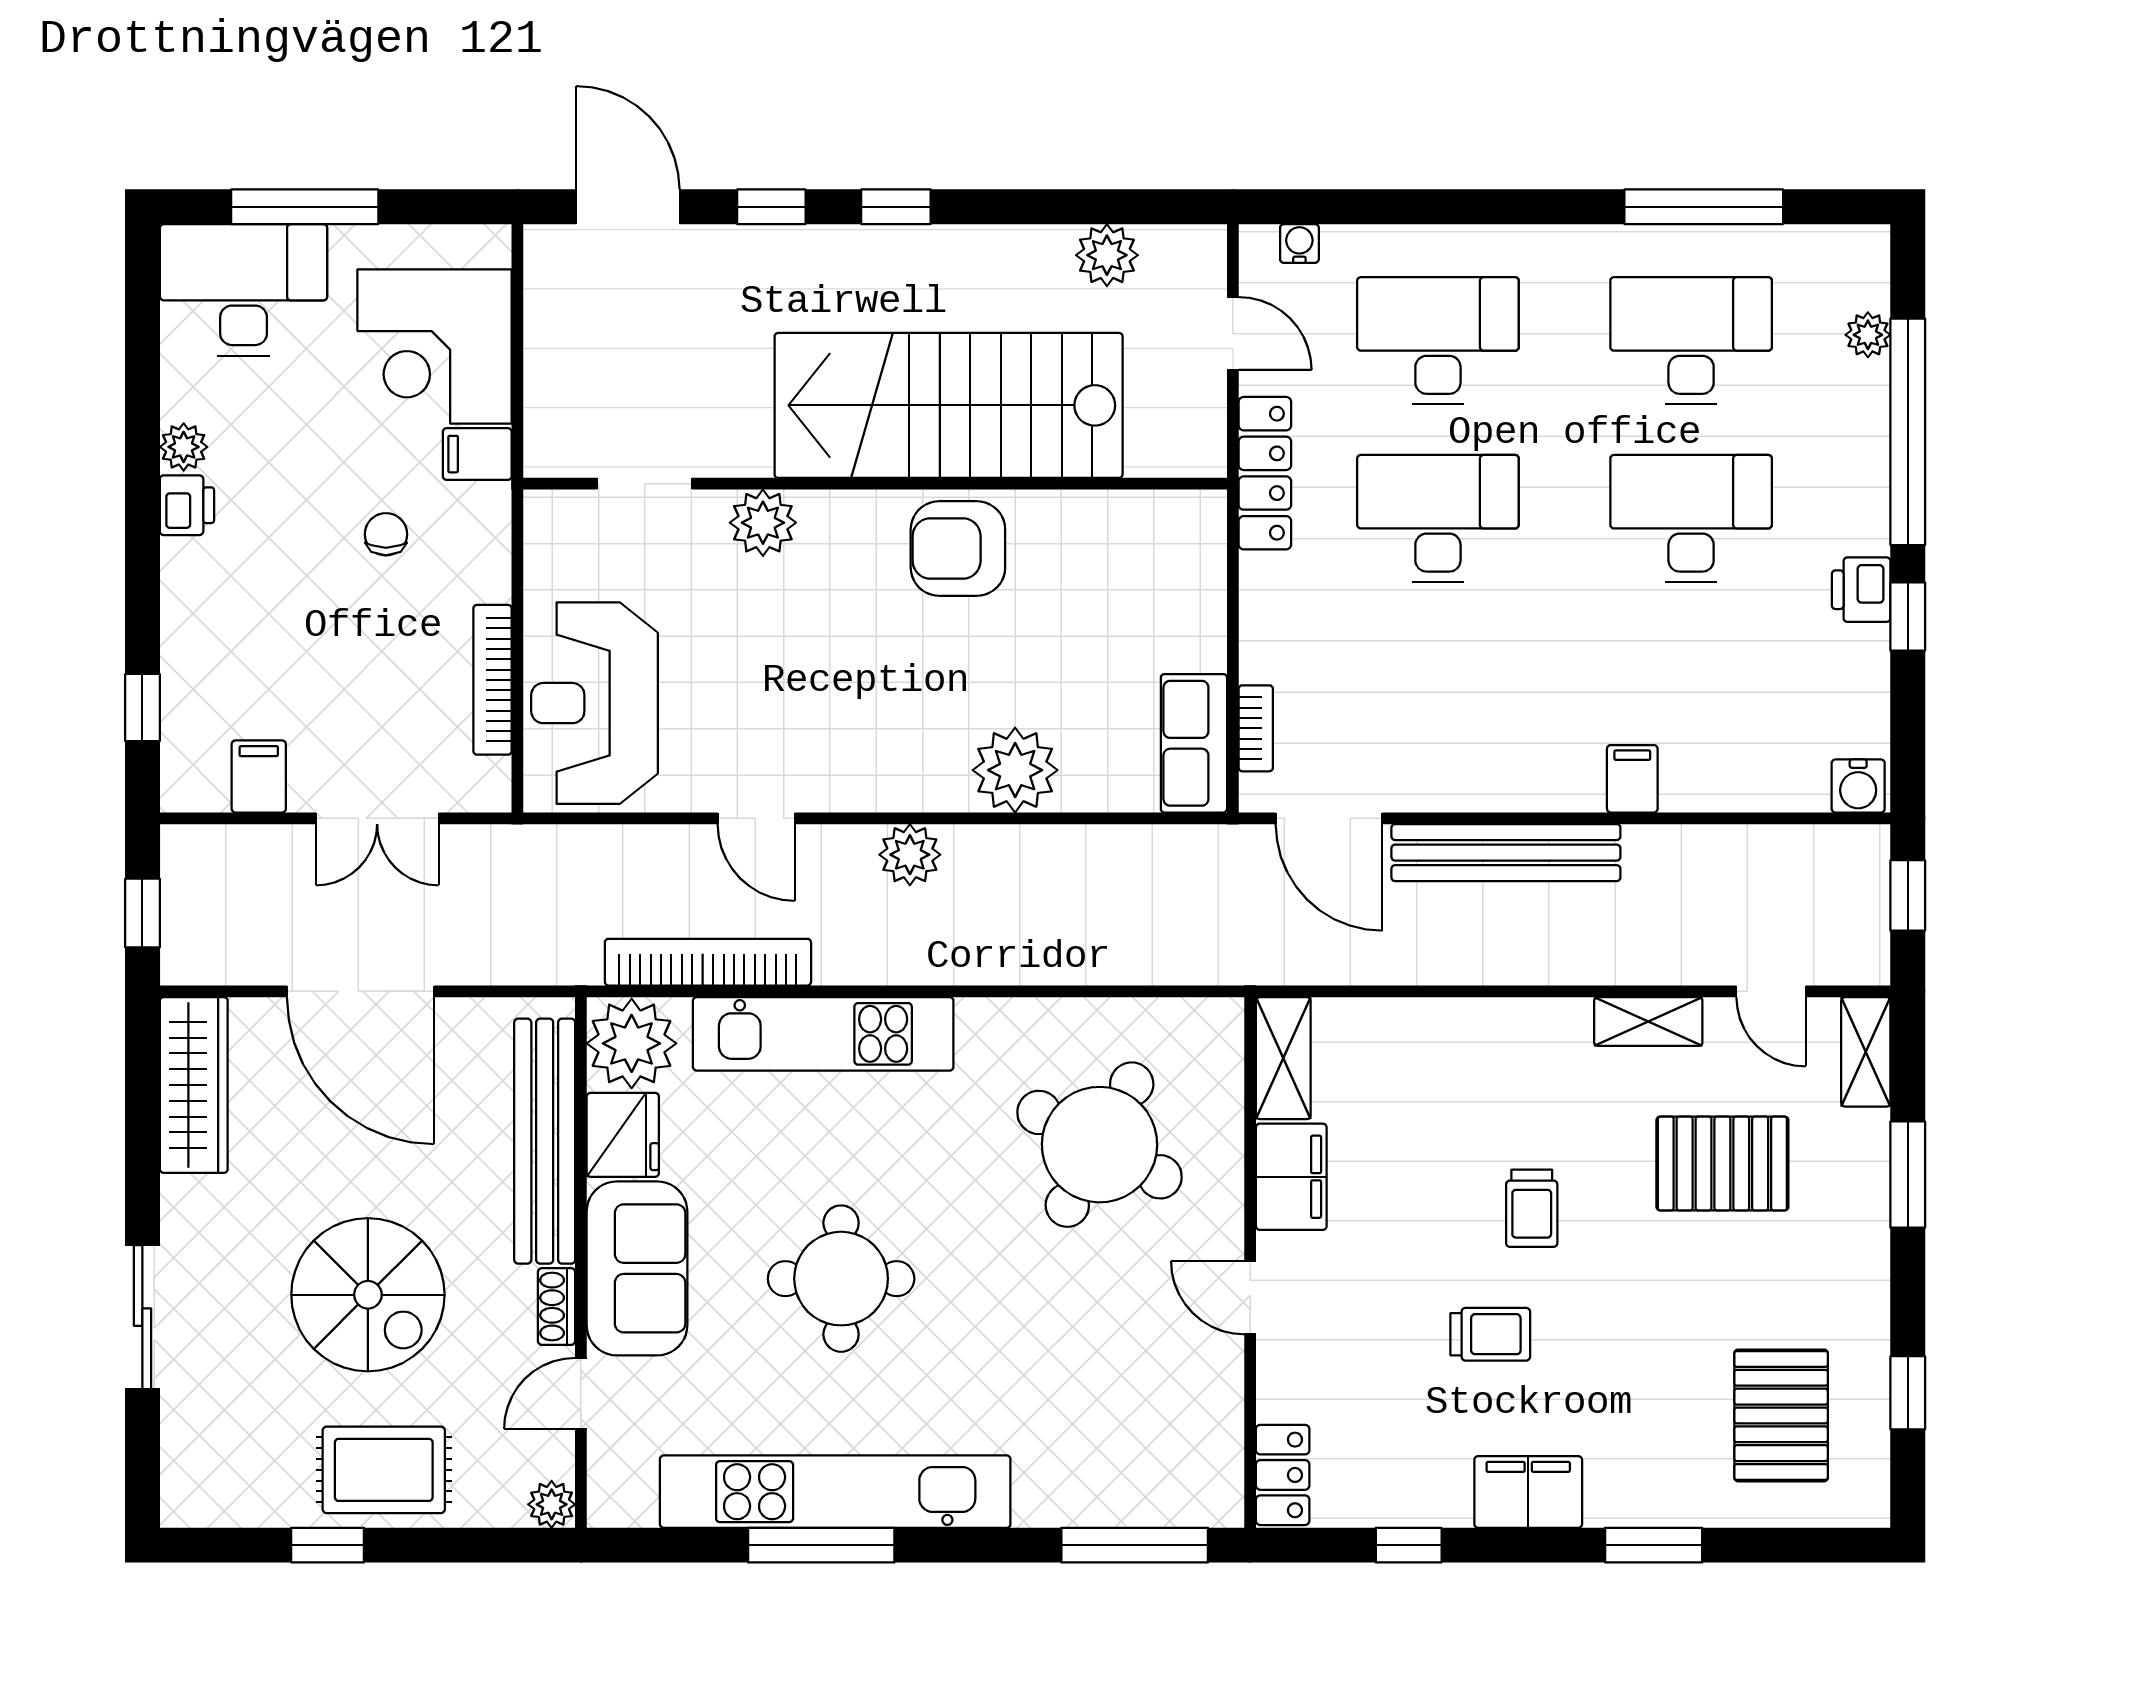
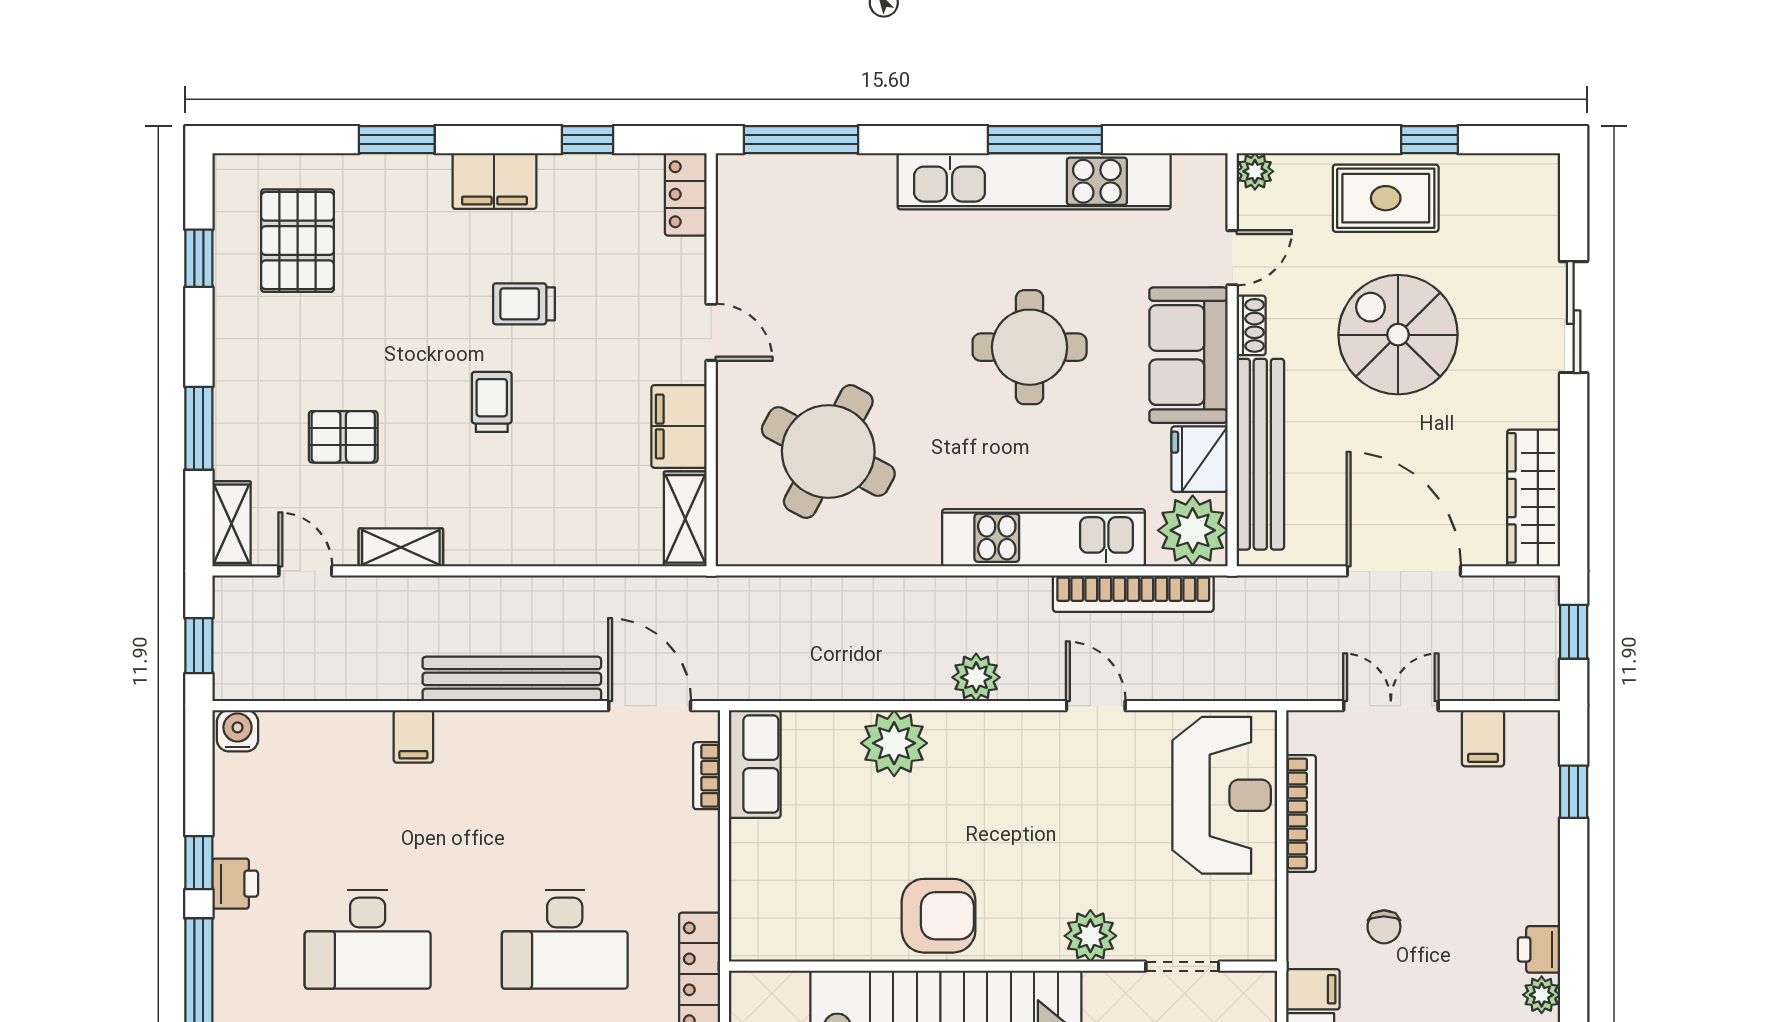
pallet: (1722, 1163) -> (343, 437), width x0.67, depth x0.71

